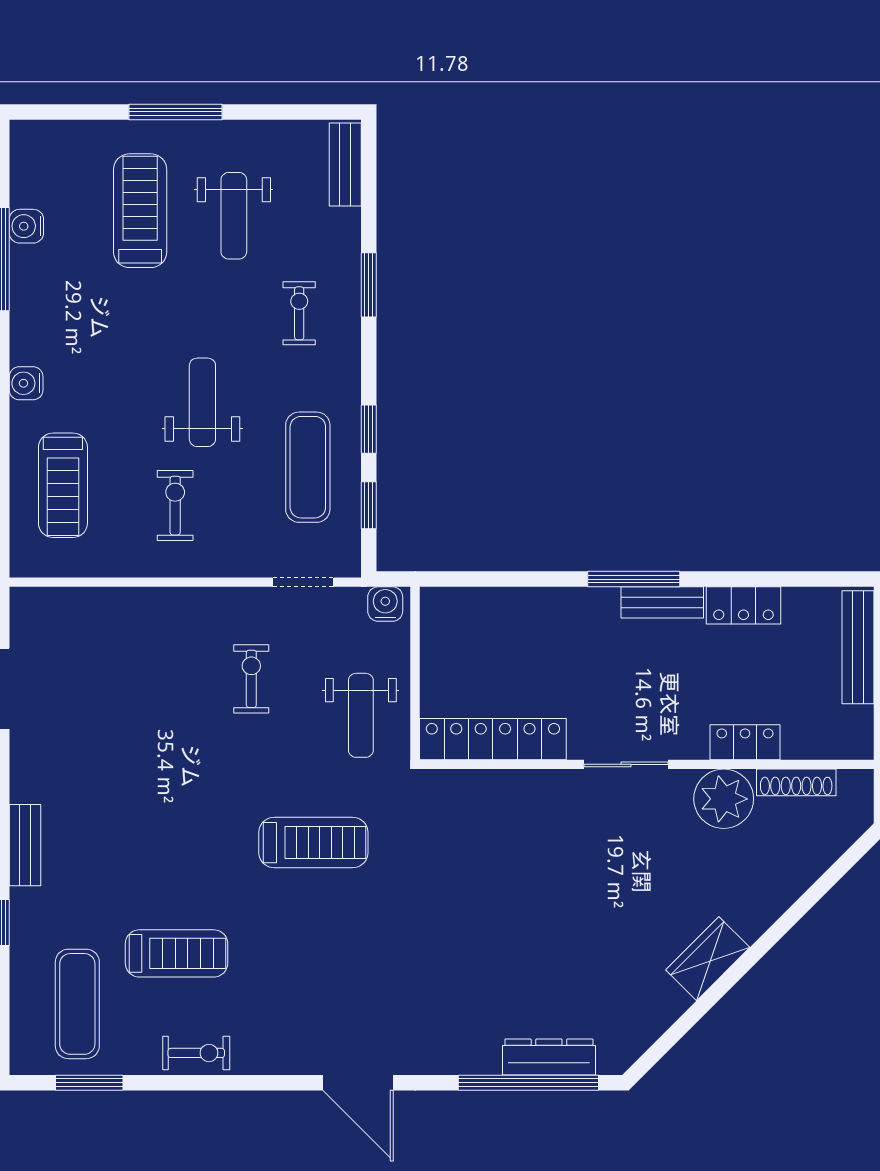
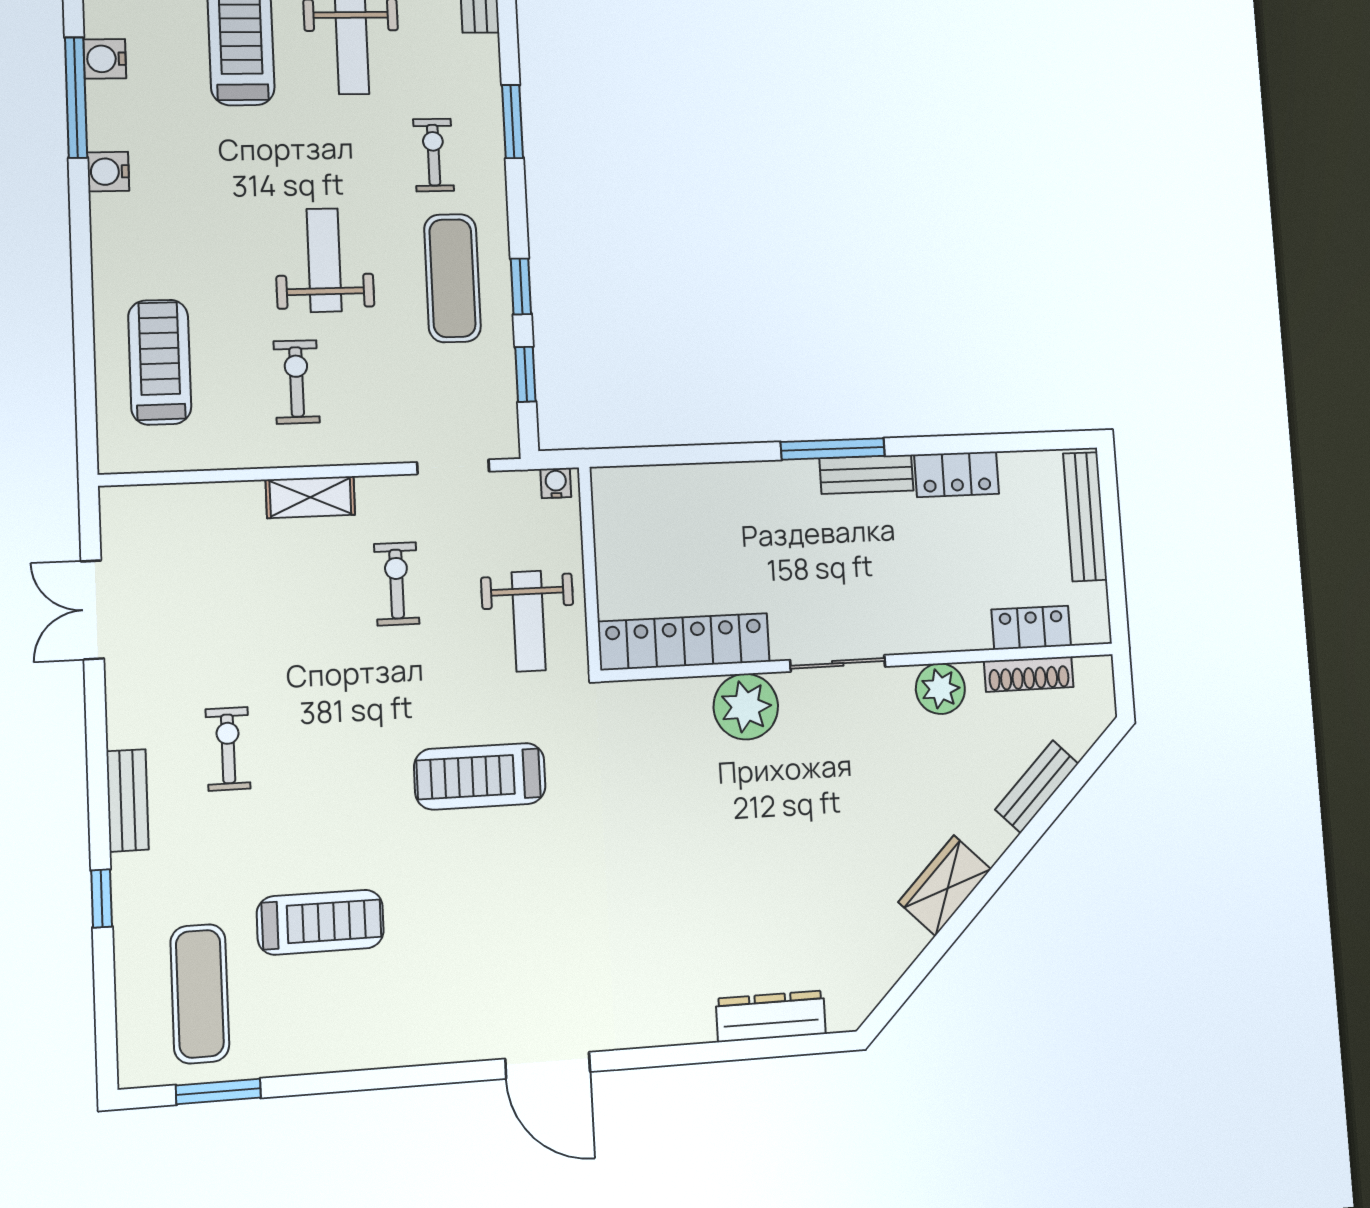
water cooler: (26, 383) -> (108, 172), moved
exercise mat: (308, 467) -> (452, 278), moved
treadmill: (63, 485) -> (160, 362), turned 180
shelving: (183, 603) -> (310, 497), added
water cooler: (385, 604) -> (556, 483), width x0.72, depth x0.72
locker: (745, 742) -> (1031, 628), moved
plant: (543, 797) -> (746, 707), added
plant: (724, 799) -> (940, 689), width x0.73, depth x0.73
treadmill: (313, 843) -> (480, 776), turned 180
bench: (796, 880) -> (1037, 787), added
exercise bike: (196, 1053) -> (228, 749), moved, turned -90
window: (528, 1083) -> (749, 1049), removed

